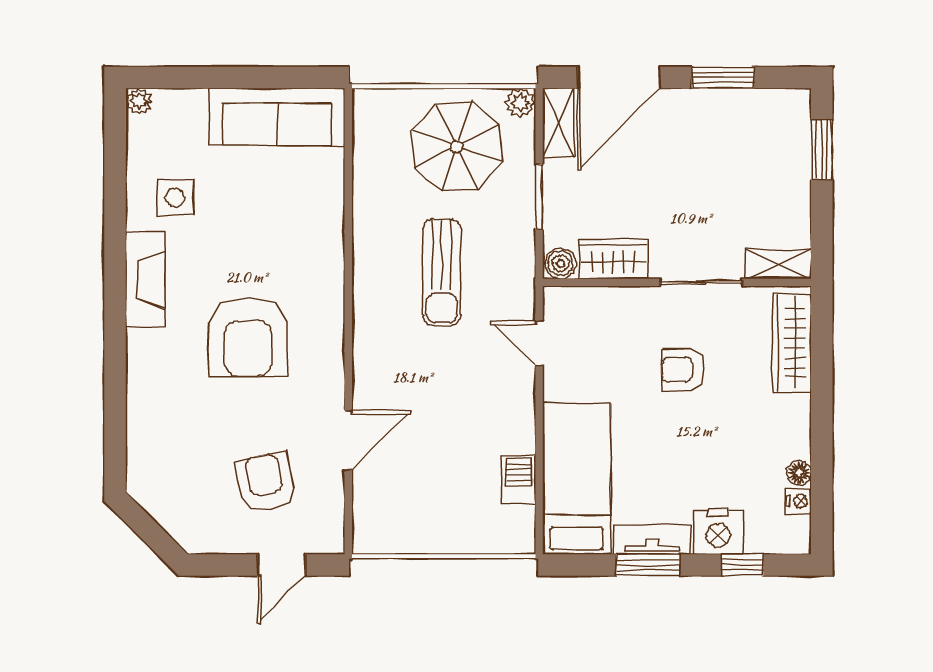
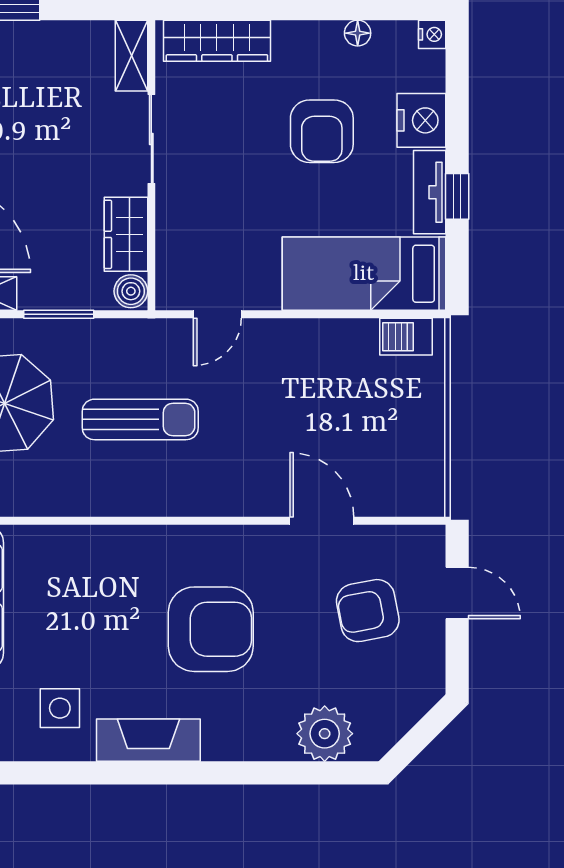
armchair: (683, 370) -> (322, 131), moved, width x1.38, depth x1.38
plant: (151, 443) -> (325, 734), added
barbecue: (518, 479) -> (406, 337), moved
nightstand: (799, 501) -> (432, 34), moved, turned 90
window: (648, 565) -> (457, 196), width x0.67
window: (742, 565) -> (457, 94), removed

